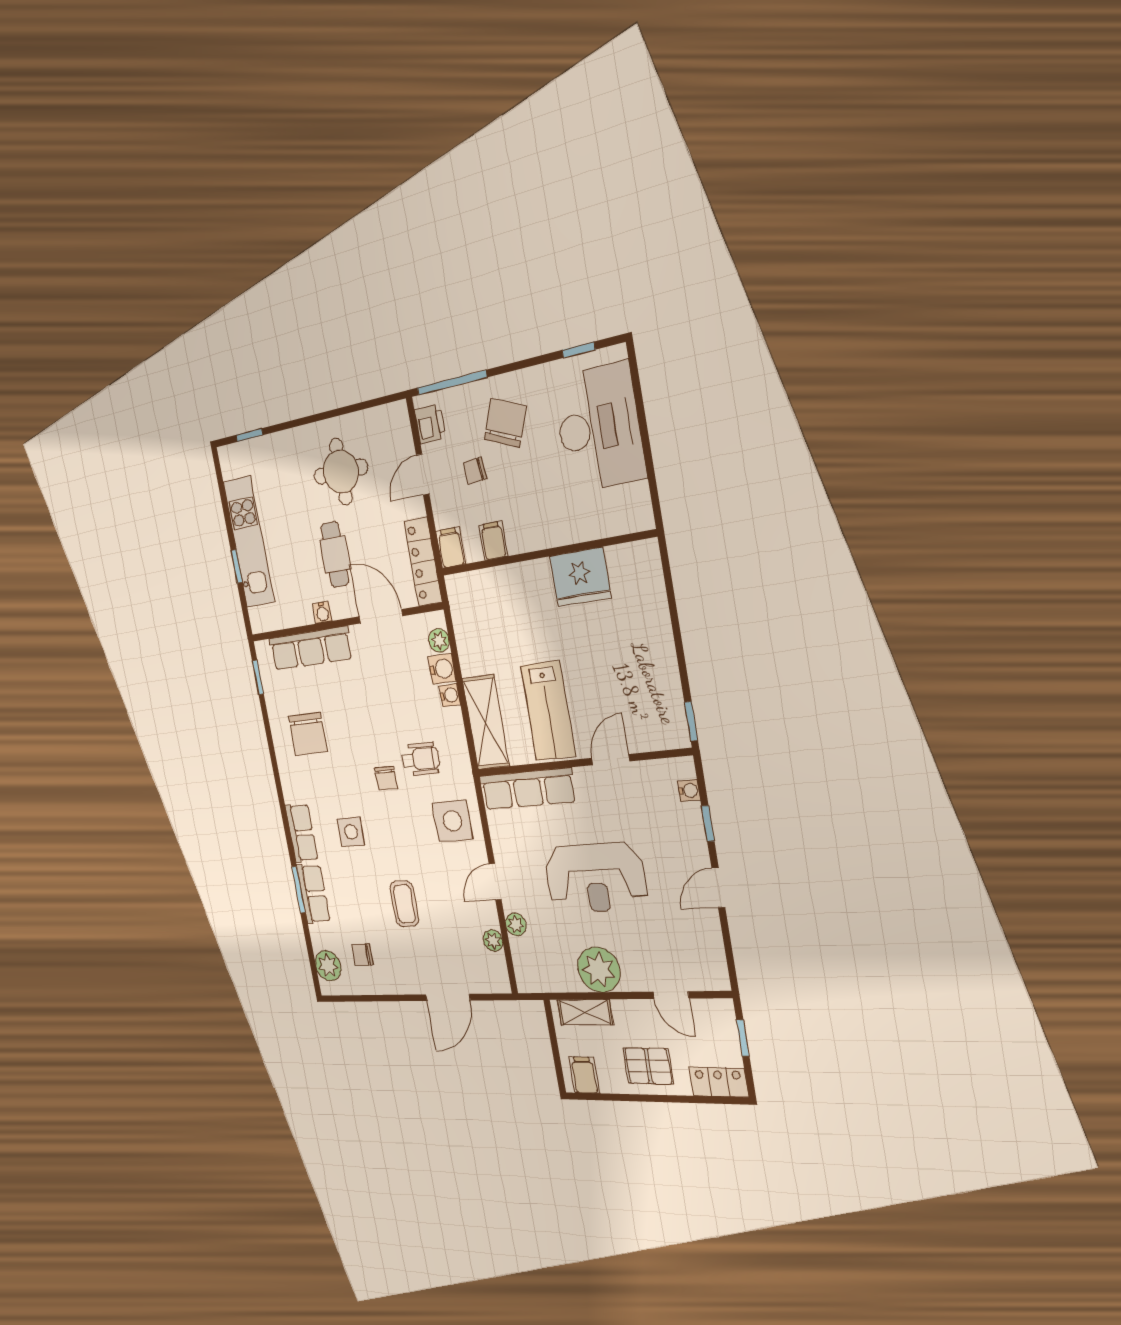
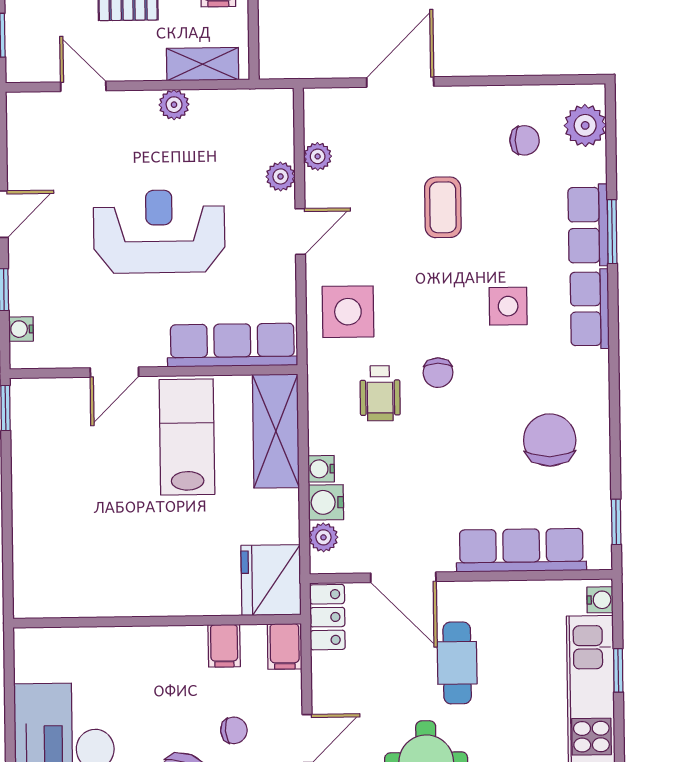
locker: (423, 562) -> (327, 617), width x0.66
fridge: (580, 577) -> (271, 580), moved, turned -90
water cooler: (322, 612) -> (600, 600), moved, turned 90
wheelchair: (421, 759) -> (380, 393), turned -90
chair: (386, 778) -> (438, 373), turned 180
plant: (599, 970) -> (174, 105), width x0.53, depth x0.53

